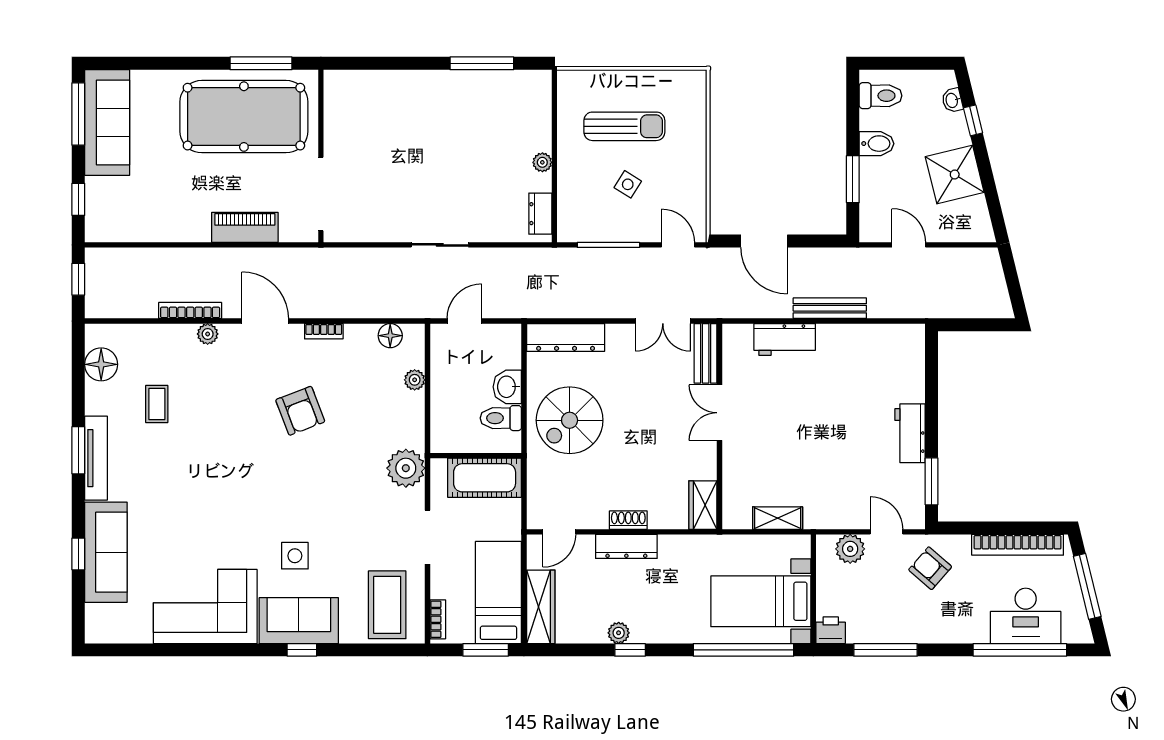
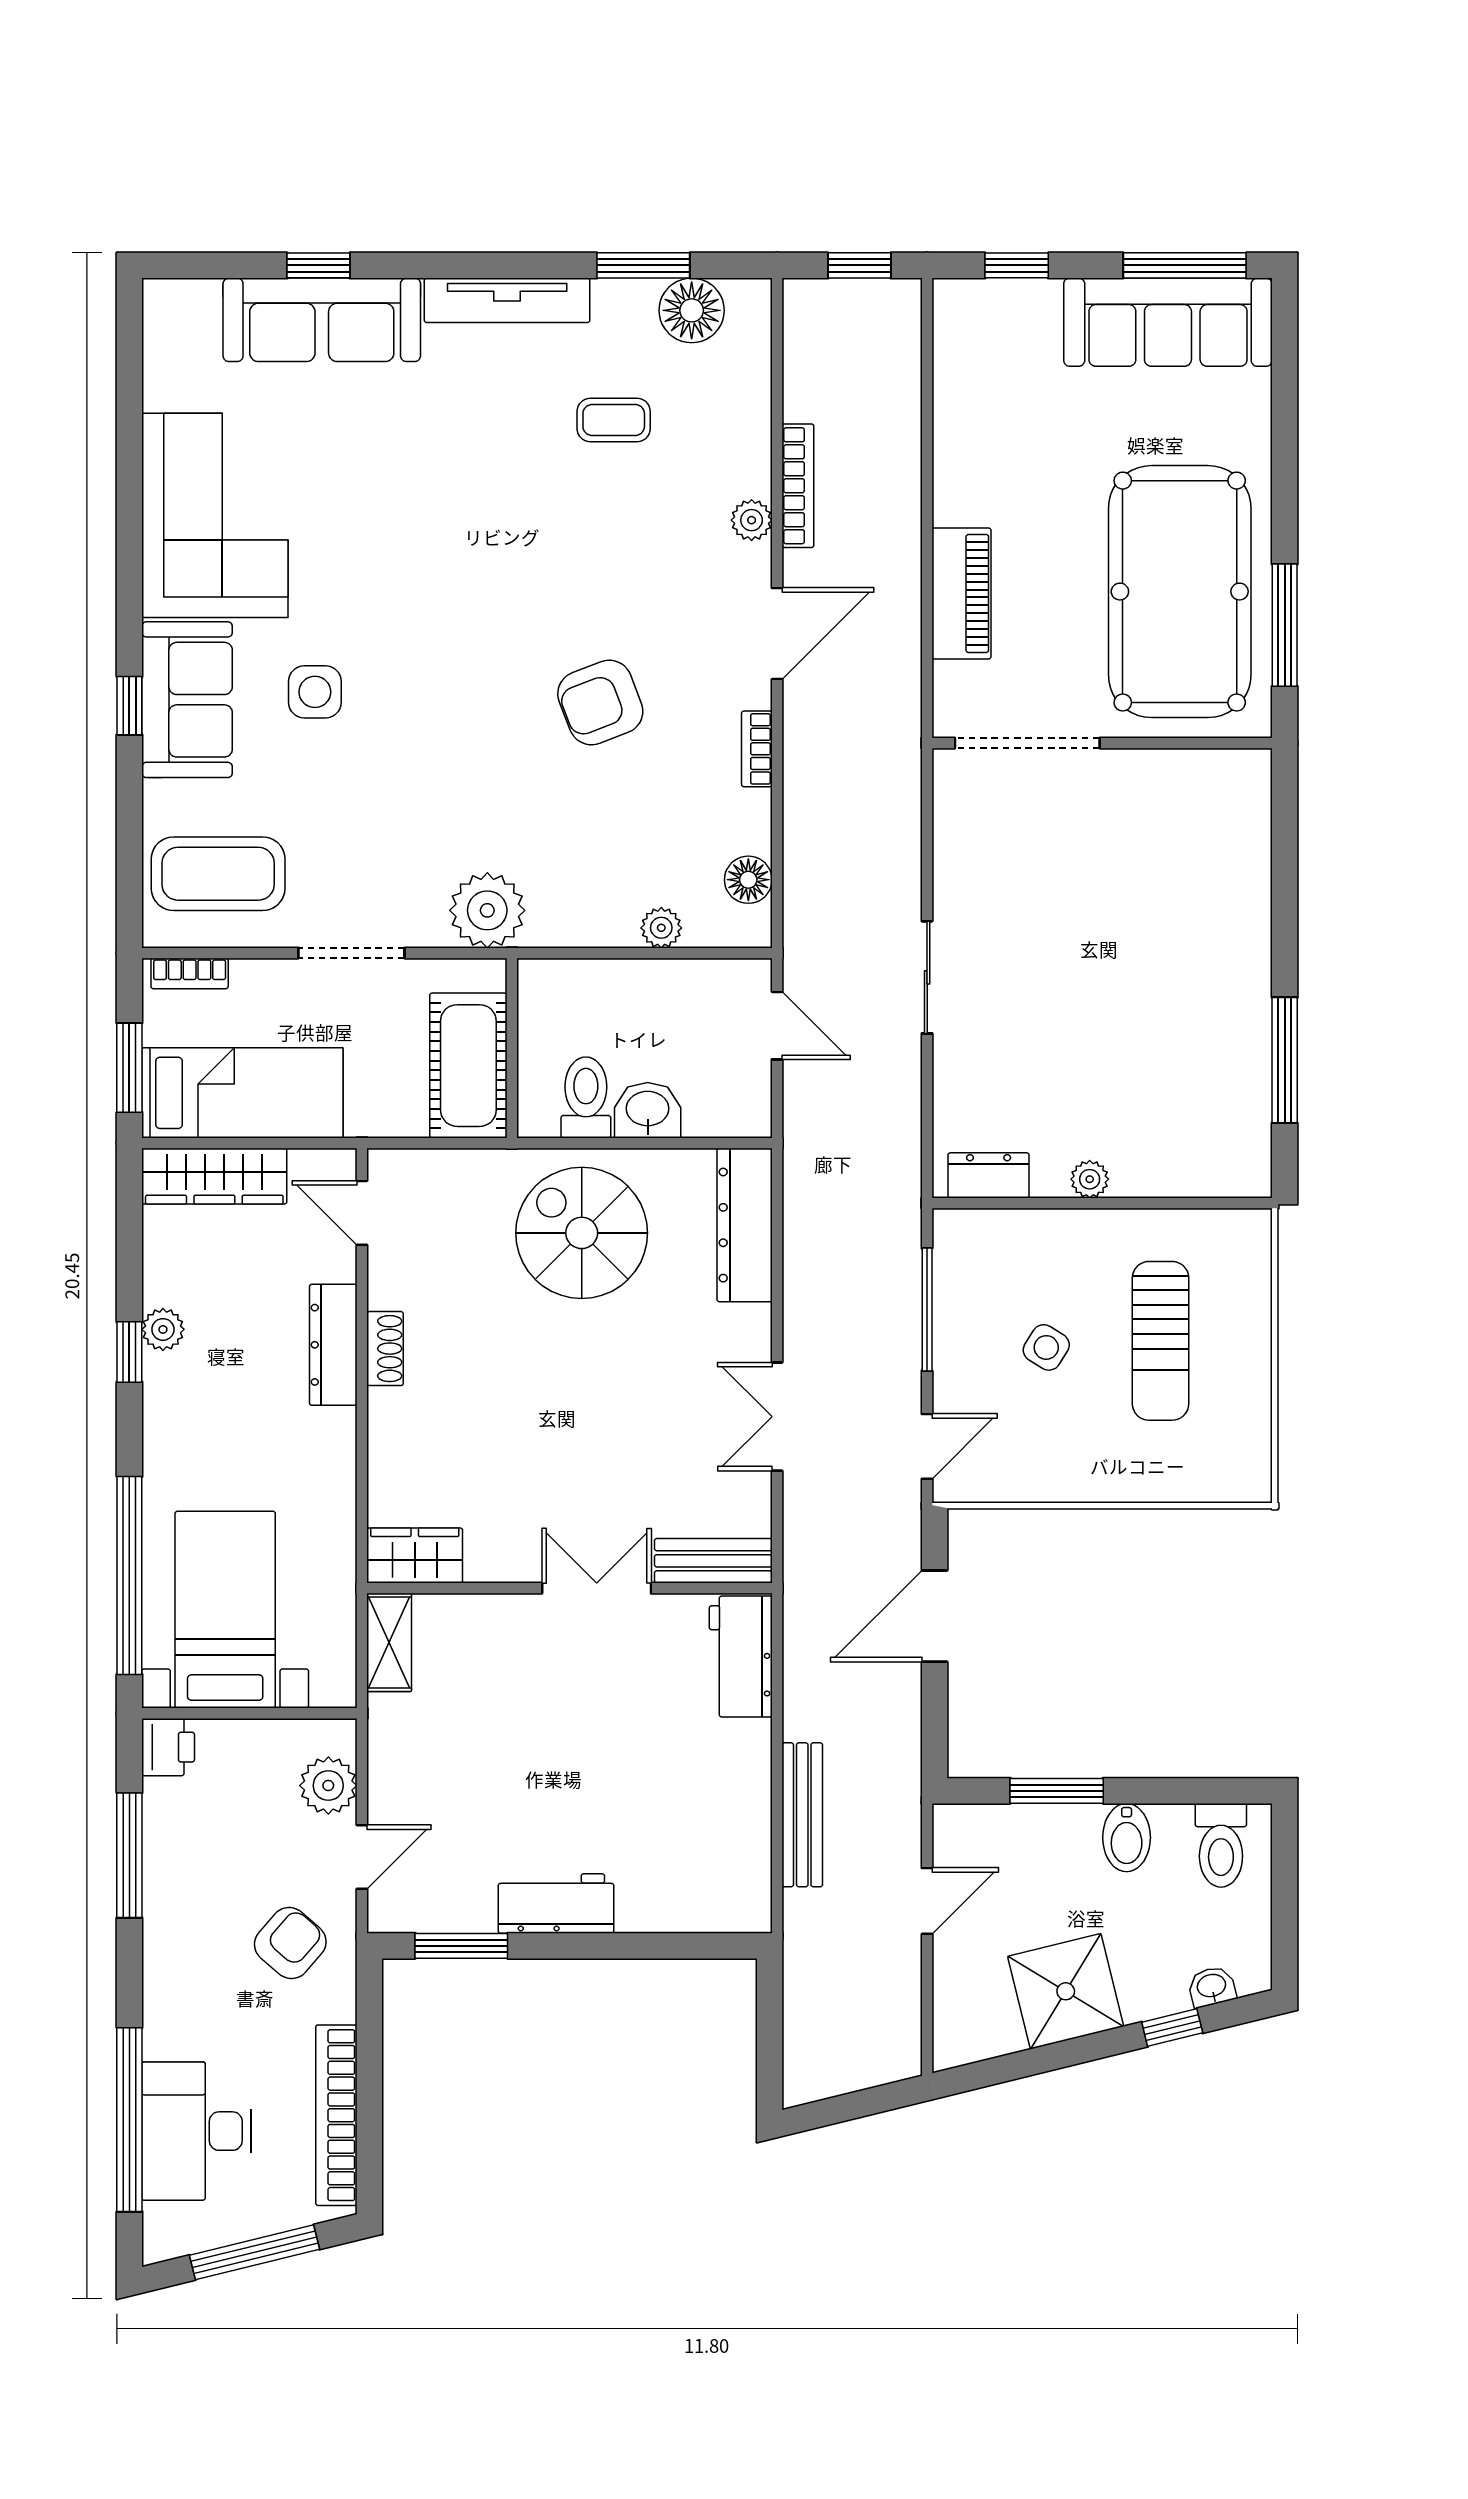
bench: (830, 308) -> (802, 1815), moved
bench: (706, 353) -> (713, 1561), moved
double door: (720, 413) -> (597, 1588), moved
wall: (720, 426) -> (569, 1588), moved
window: (78, 450) -> (643, 265), moved
wardrobe: (703, 505) -> (415, 1556), moved

